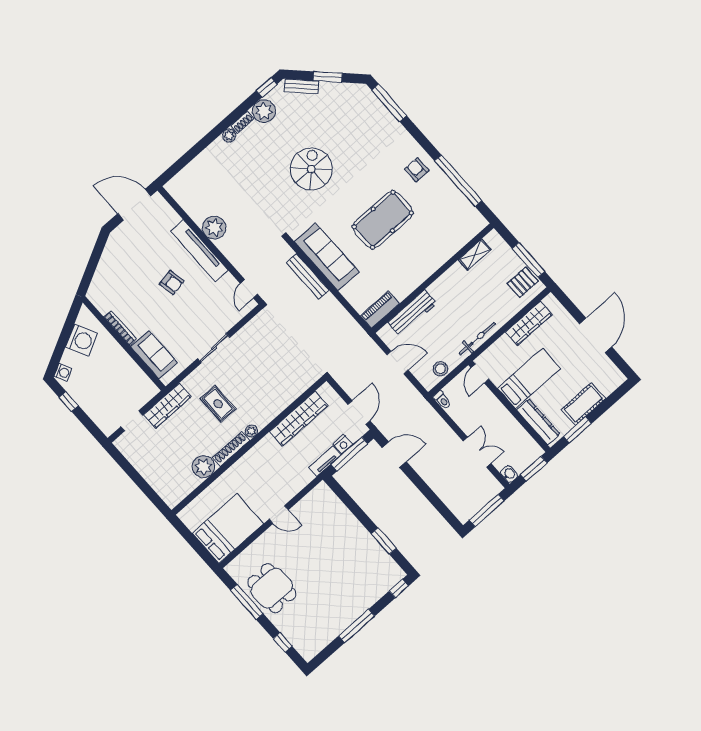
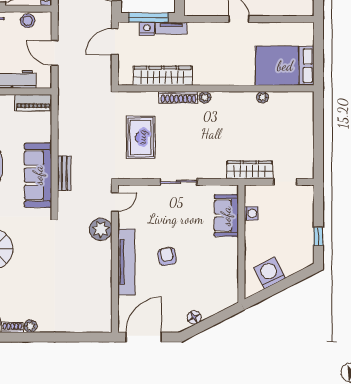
door: (134, 205) -> (144, 337), swing flipped
plant: (214, 228) -> (101, 229), moved
floor lamp: (109, 254) -> (194, 317), added
bench: (308, 276) -> (64, 173), width x0.73
bookcase: (120, 328) -> (234, 257), removed
washing machine: (63, 372) -> (251, 213), moved, turned 117
rug: (218, 404) -> (141, 137), moved, width x1.36, depth x1.43
shoe rack: (231, 449) -> (178, 97), moved
plant: (204, 467) -> (263, 97), width x0.53, depth x0.53
bed: (228, 528) -> (285, 66), moved

